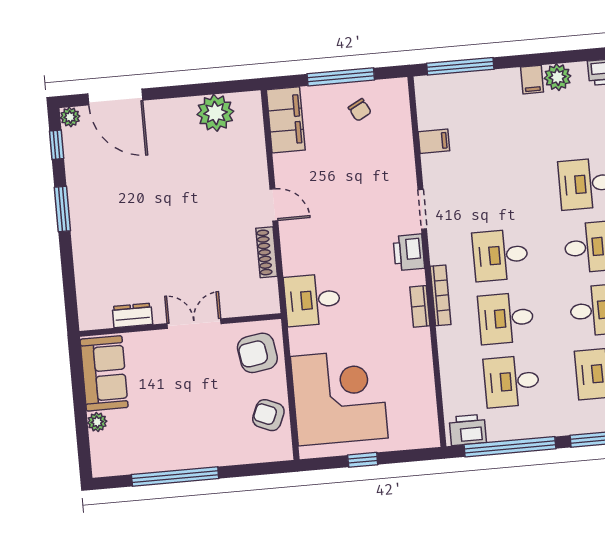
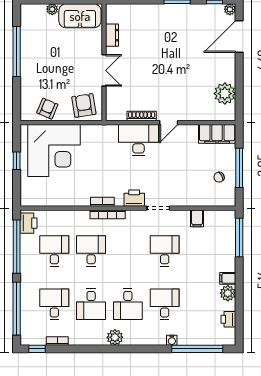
desk: (500, 255) -> (165, 251), moved
desk: (312, 300) -> (138, 140), moved, width x1.37

